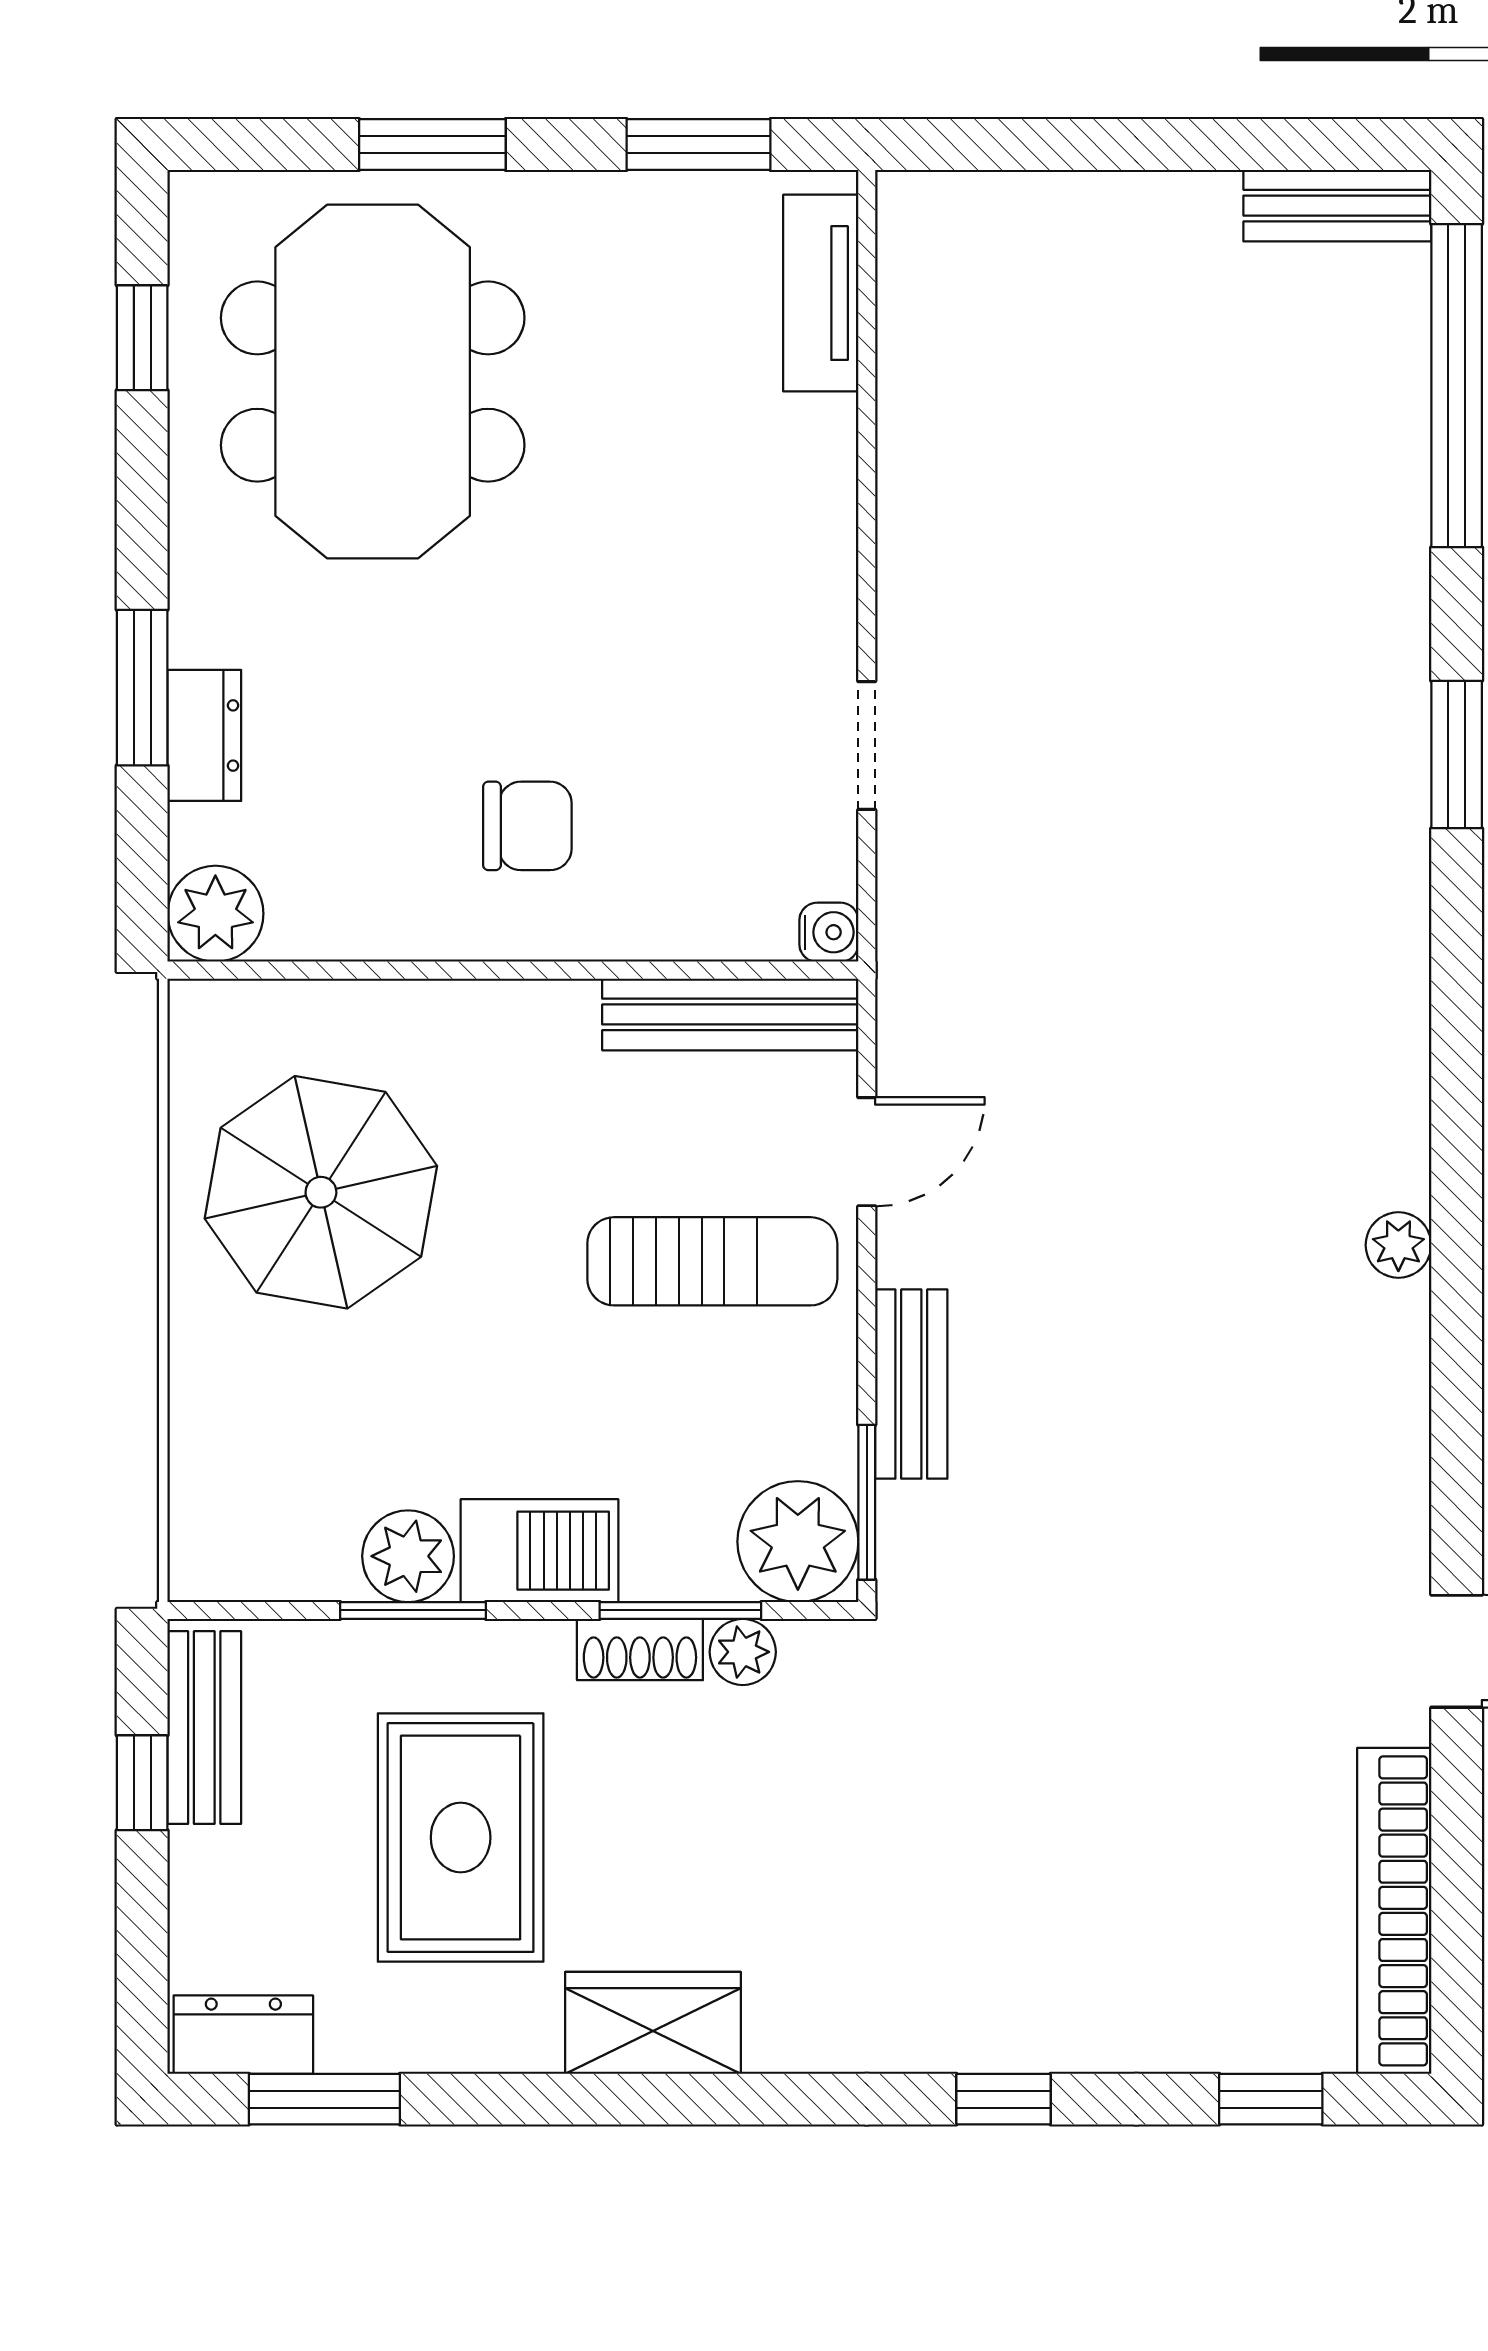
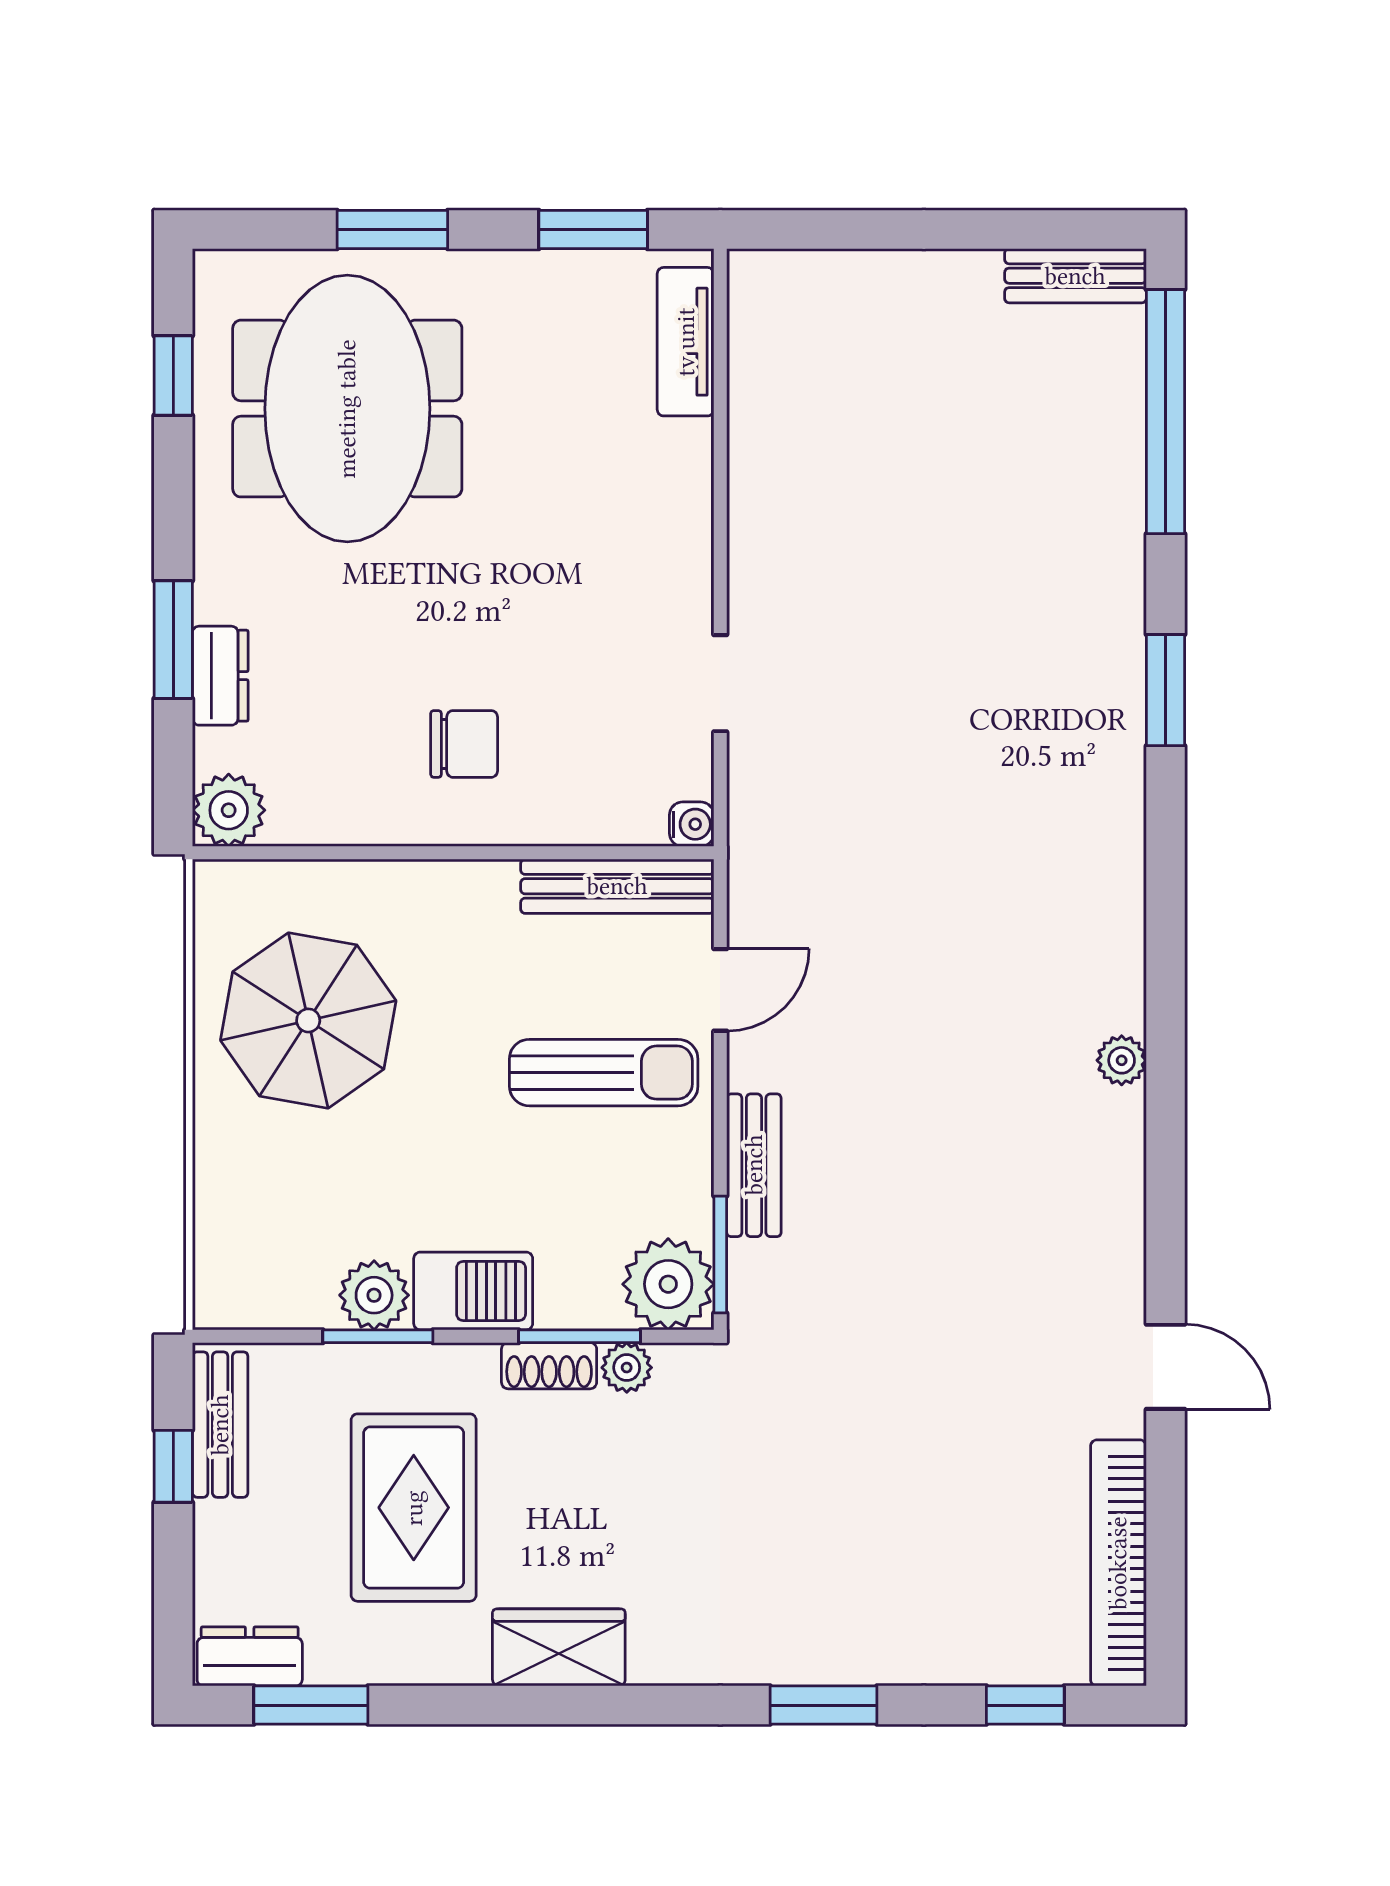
window: (1004, 2099) -> (824, 1705), width x1.50

